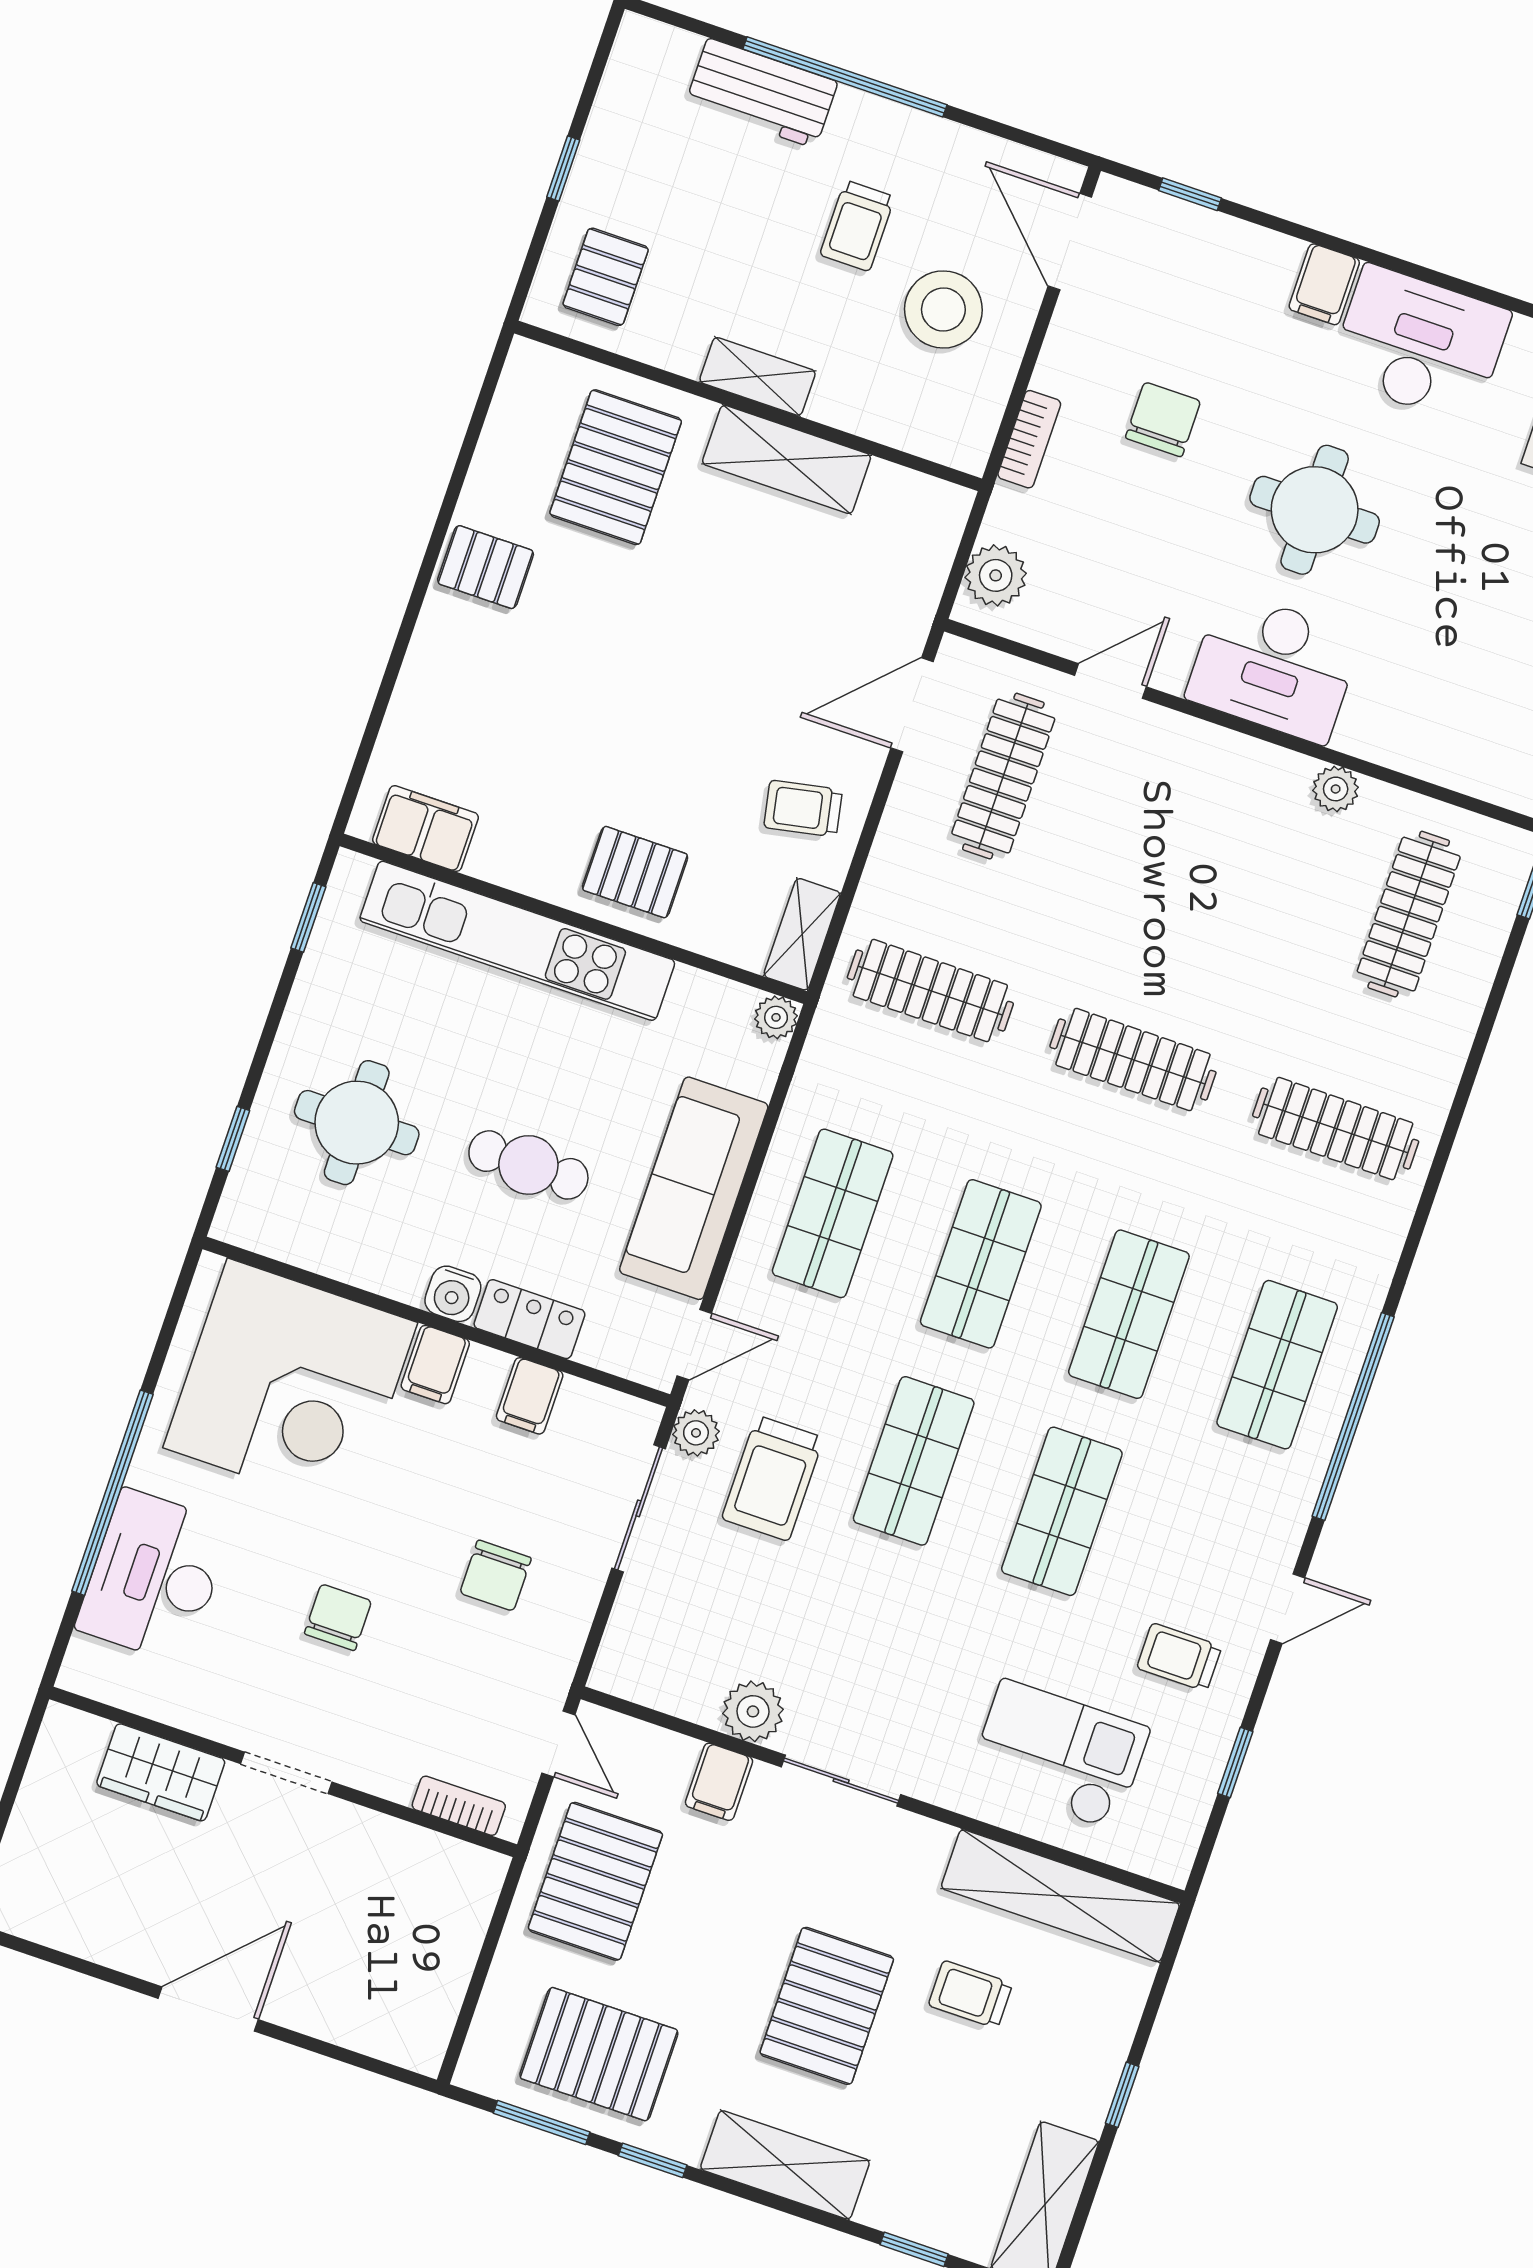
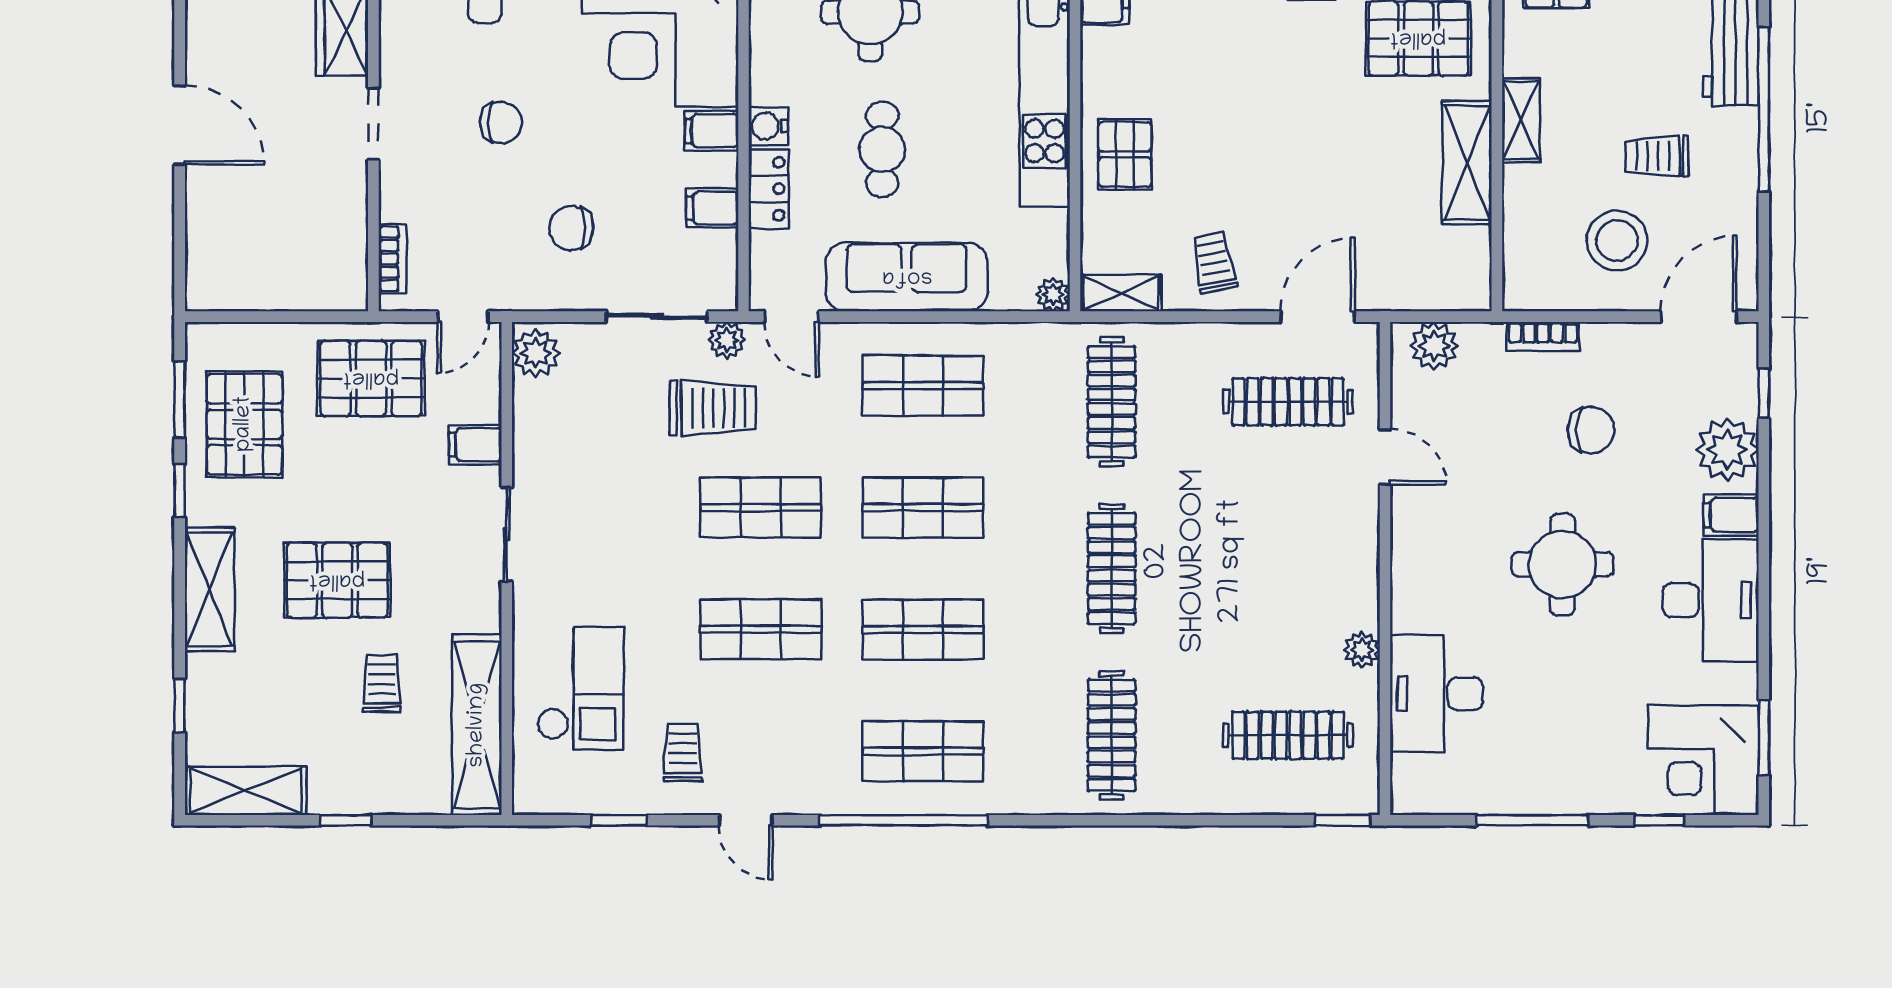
plant: (1243, 262) -> (1727, 449), added
desk: (1274, 667) -> (1436, 694), moved
door: (912, 705) -> (1318, 317), hinge flipped
trolley: (773, 1478) -> (713, 408), turned 180
plant: (753, 1711) -> (536, 353), moved

